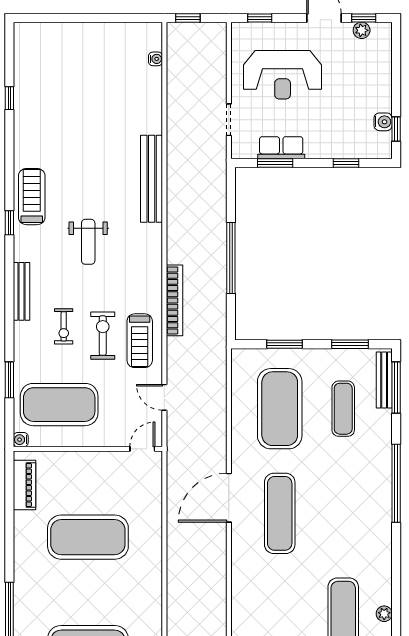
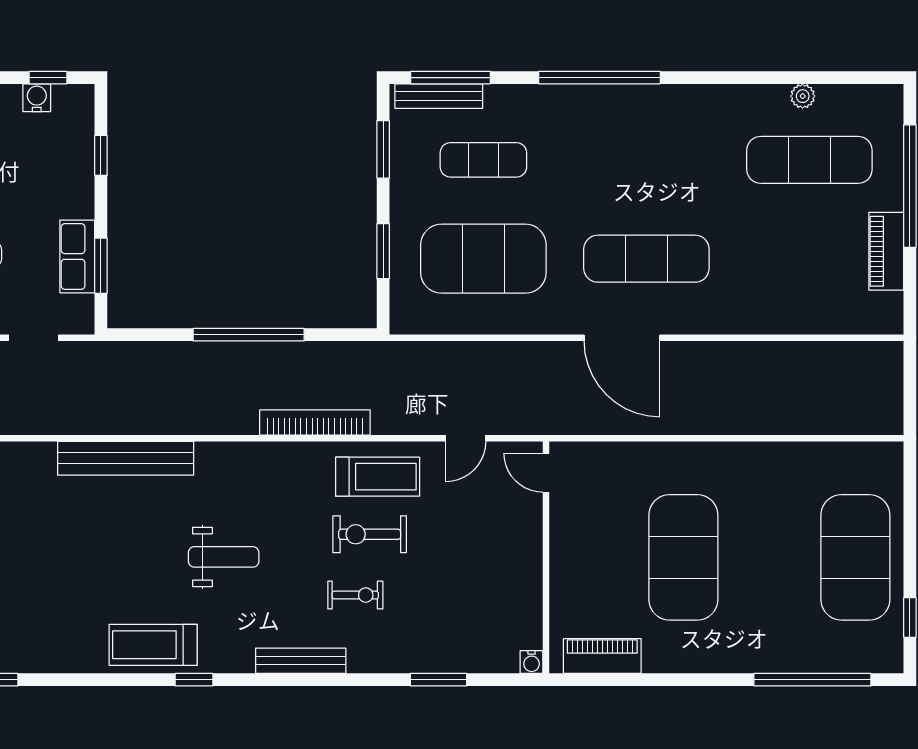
exercise mat: (59, 405) -> (477, 602), removed

